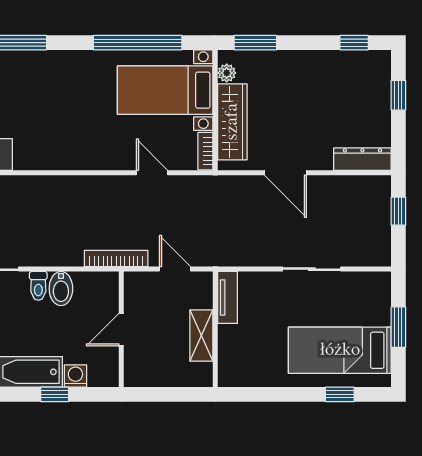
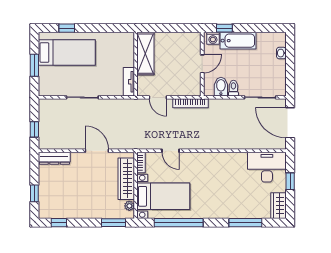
wall: (121, 329) -> (202, 64), moved
door: (121, 330) -> (202, 64), moved
shelving: (201, 335) -> (145, 54), width x1.50, depth x1.33

